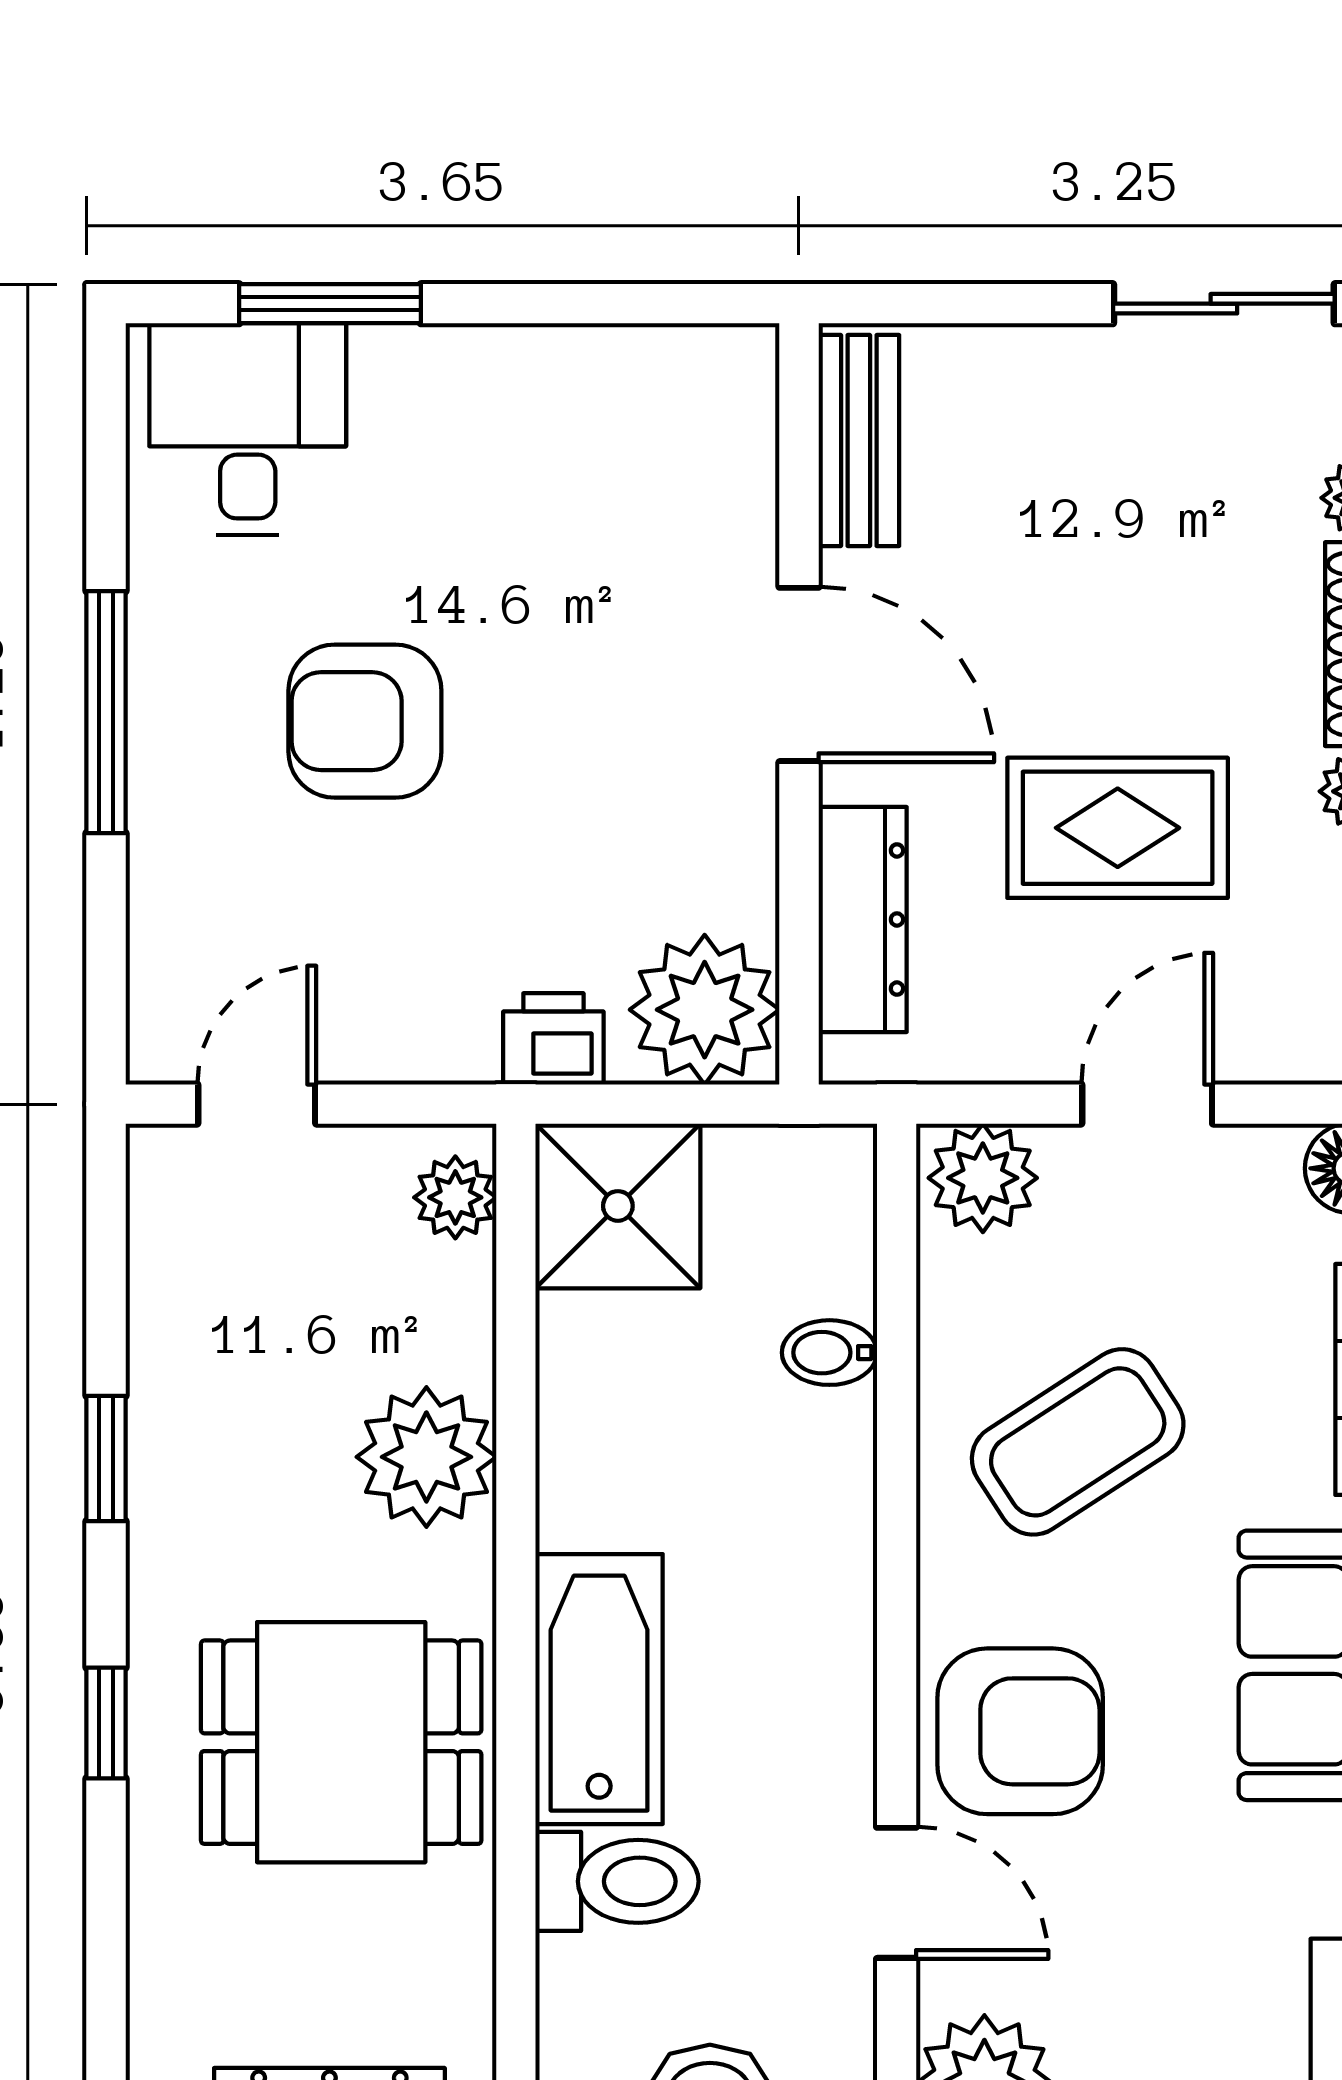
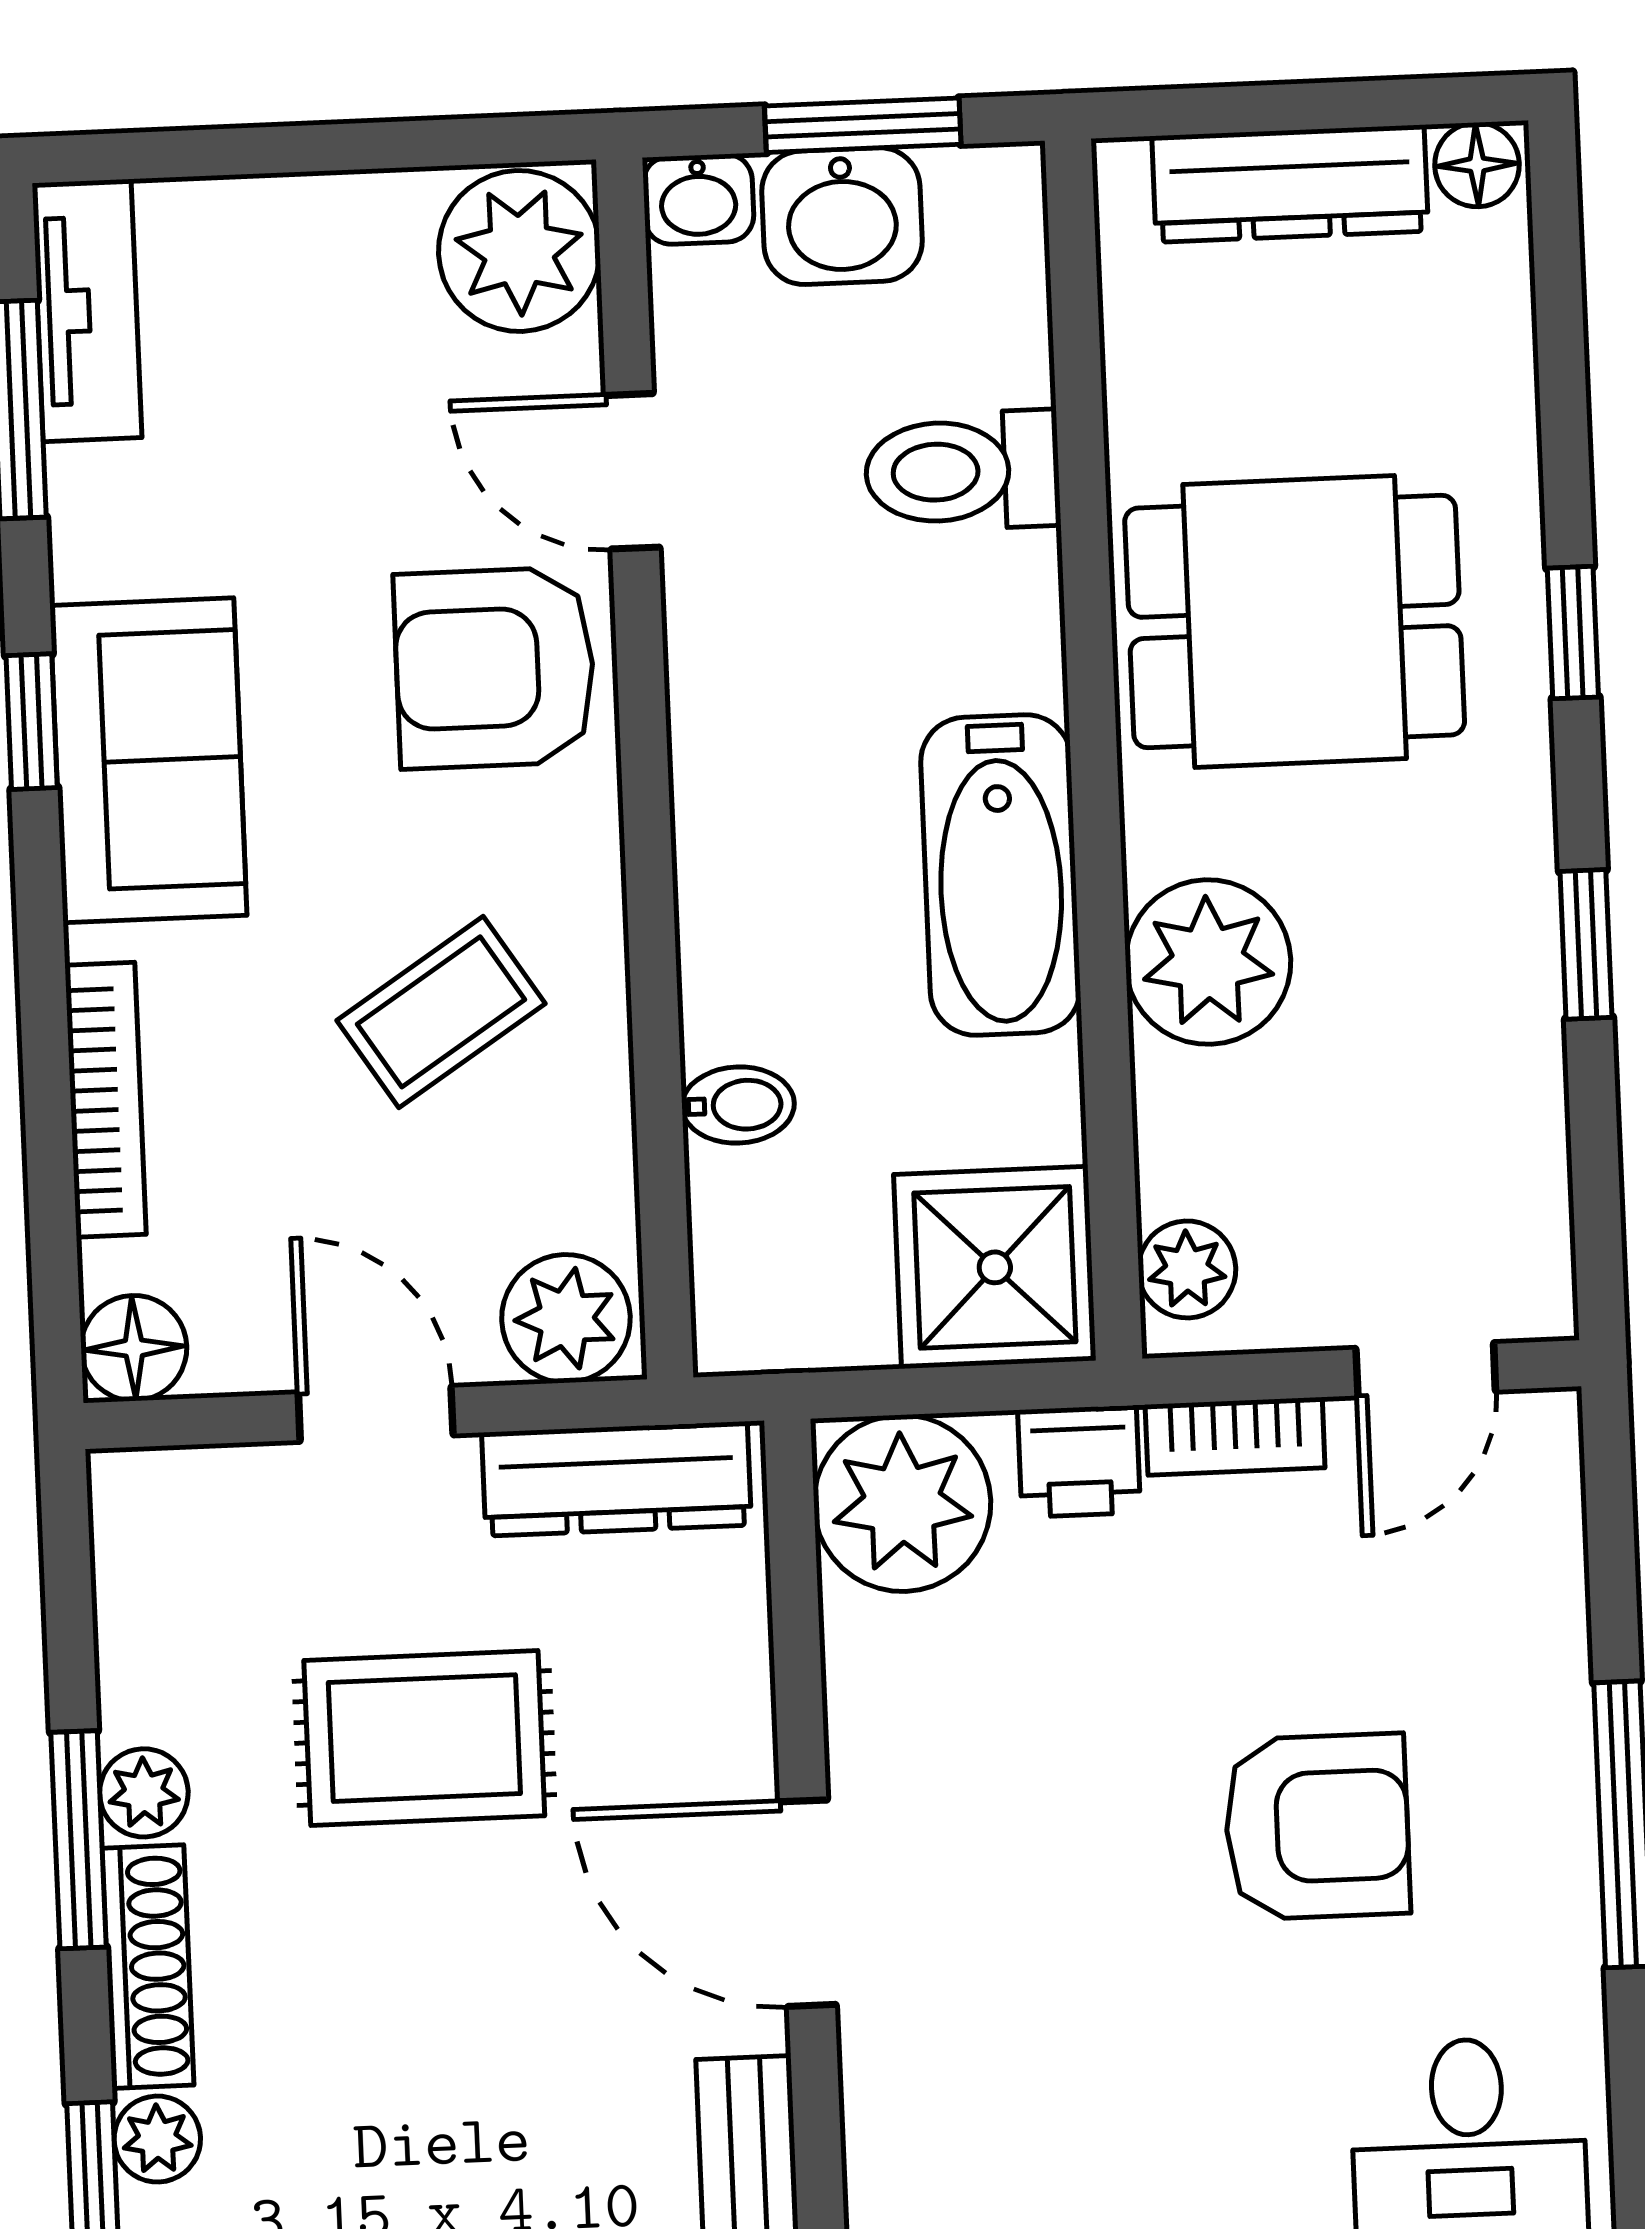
dresser: (863, 919) -> (616, 1479), moved, turned -90
bookcase: (420, 1055) -> (1235, 1436), added
door: (1147, 1104) -> (376, 1414), swing flipped
coffee table: (1078, 1442) -> (441, 1012), width x0.73, depth x0.77
bathtub: (599, 1689) -> (1001, 875), moved

